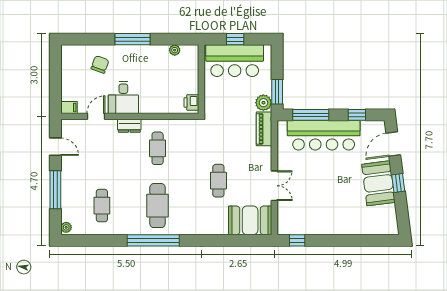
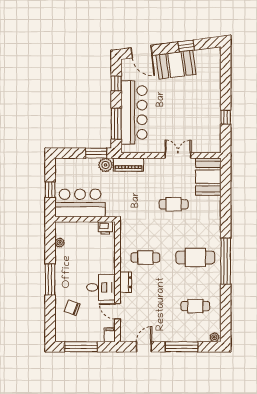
bar counter: (235, 61) -> (80, 203), moved, turned -90
window: (55, 75) -> (81, 347), added
window: (398, 183) -> (186, 46), moved
window: (297, 240) -> (226, 117), moved

